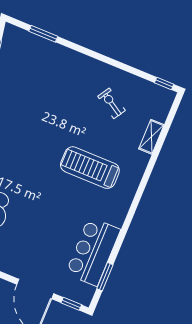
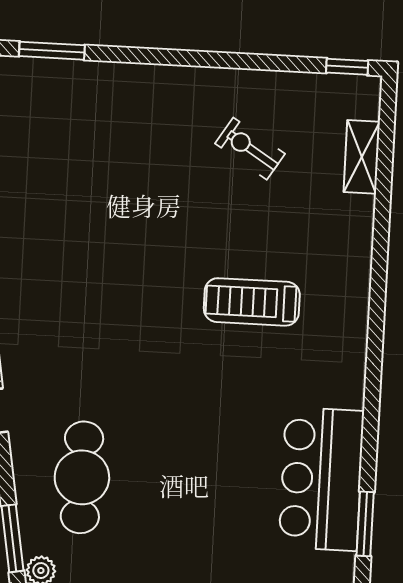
shelving: (151, 137) -> (362, 157), moved
treadmill: (90, 168) -> (252, 302), width x0.73, depth x0.73

